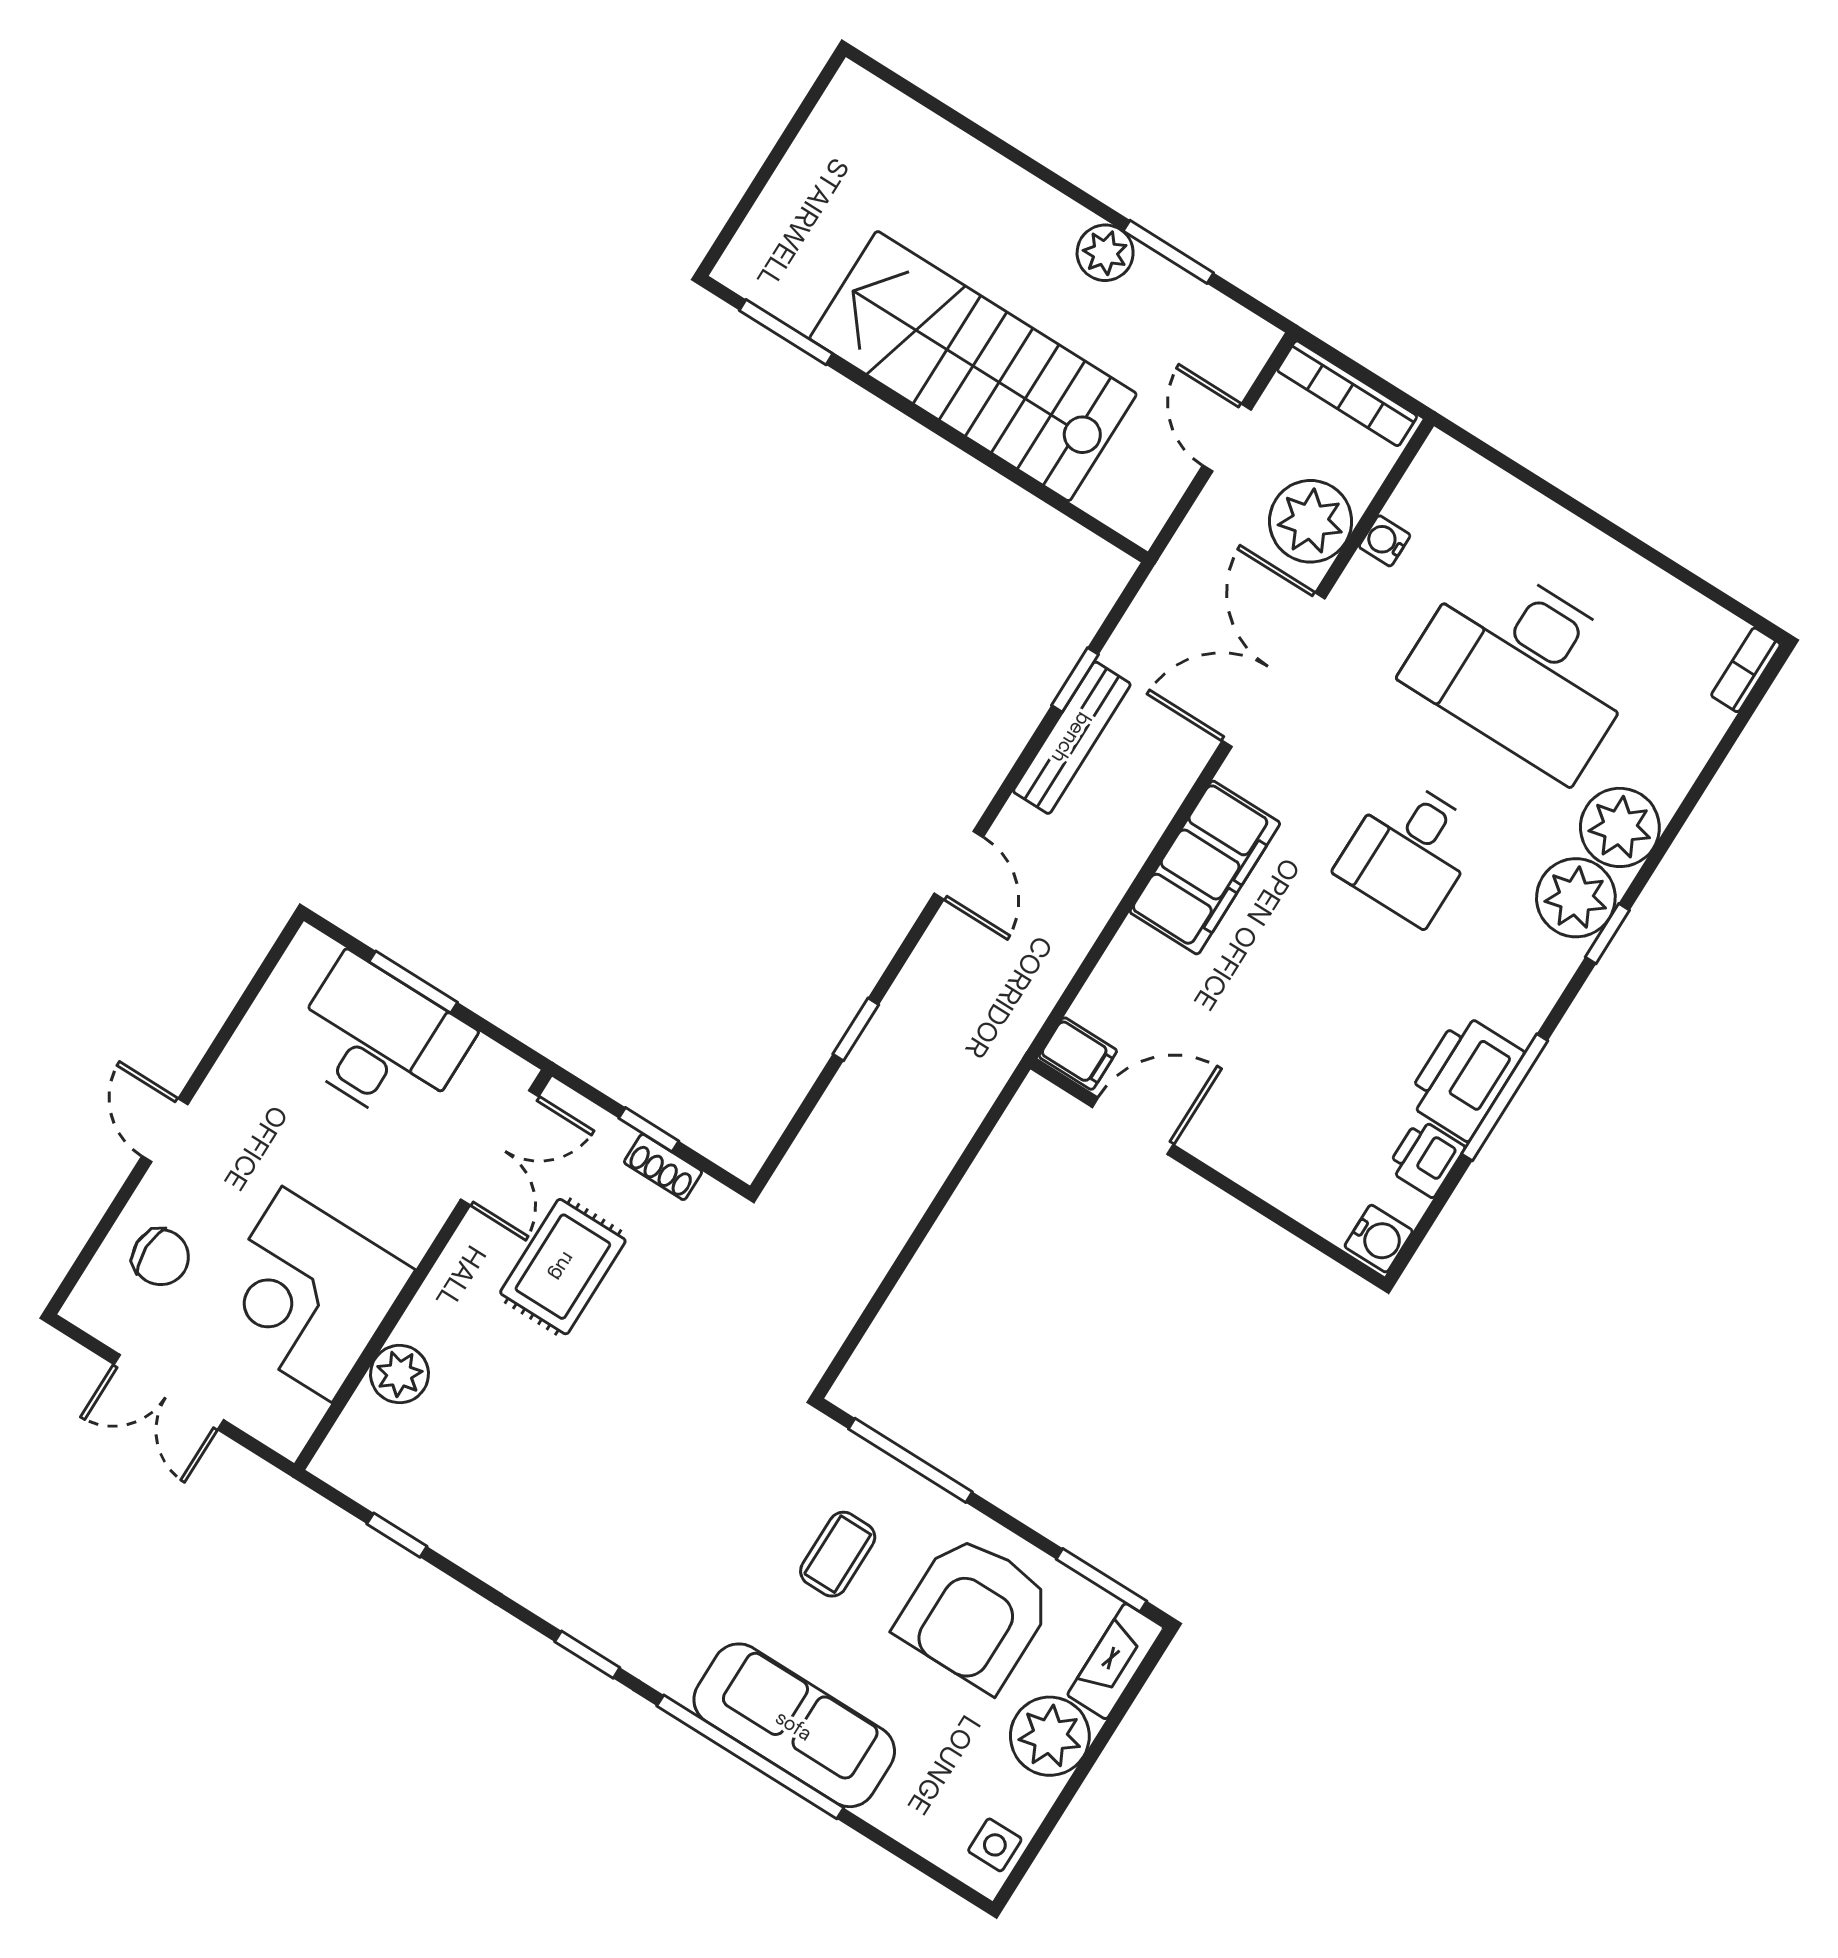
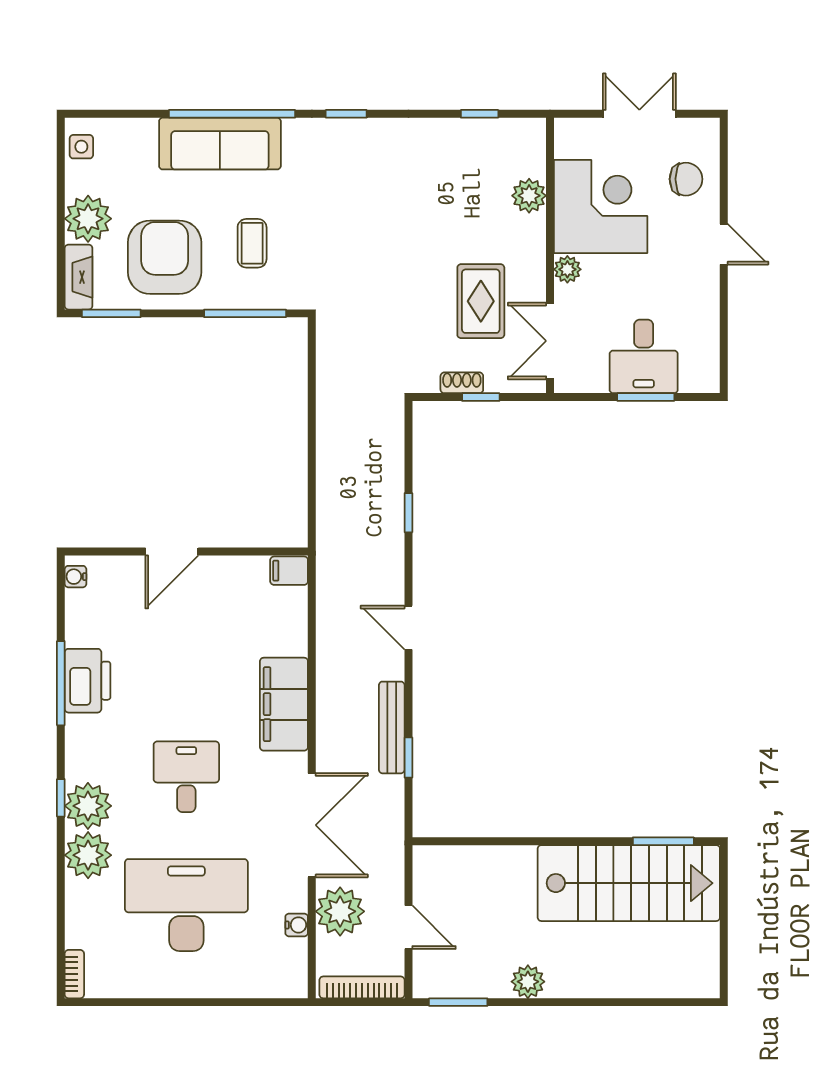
window: (1168, 252) -> (458, 1002), moved
stairs: (973, 366) -> (629, 883), moved
desk: (380, 1042) -> (644, 356), width x0.73
door: (1133, 1126) -> (172, 552), moved
printer: (1426, 1158) -> (81, 628), removed
plant: (411, 1235) -> (567, 269), added
water cooler: (1379, 1239) -> (76, 577), width x0.72, depth x0.72
chair: (161, 1257) -> (686, 179), turned 180

